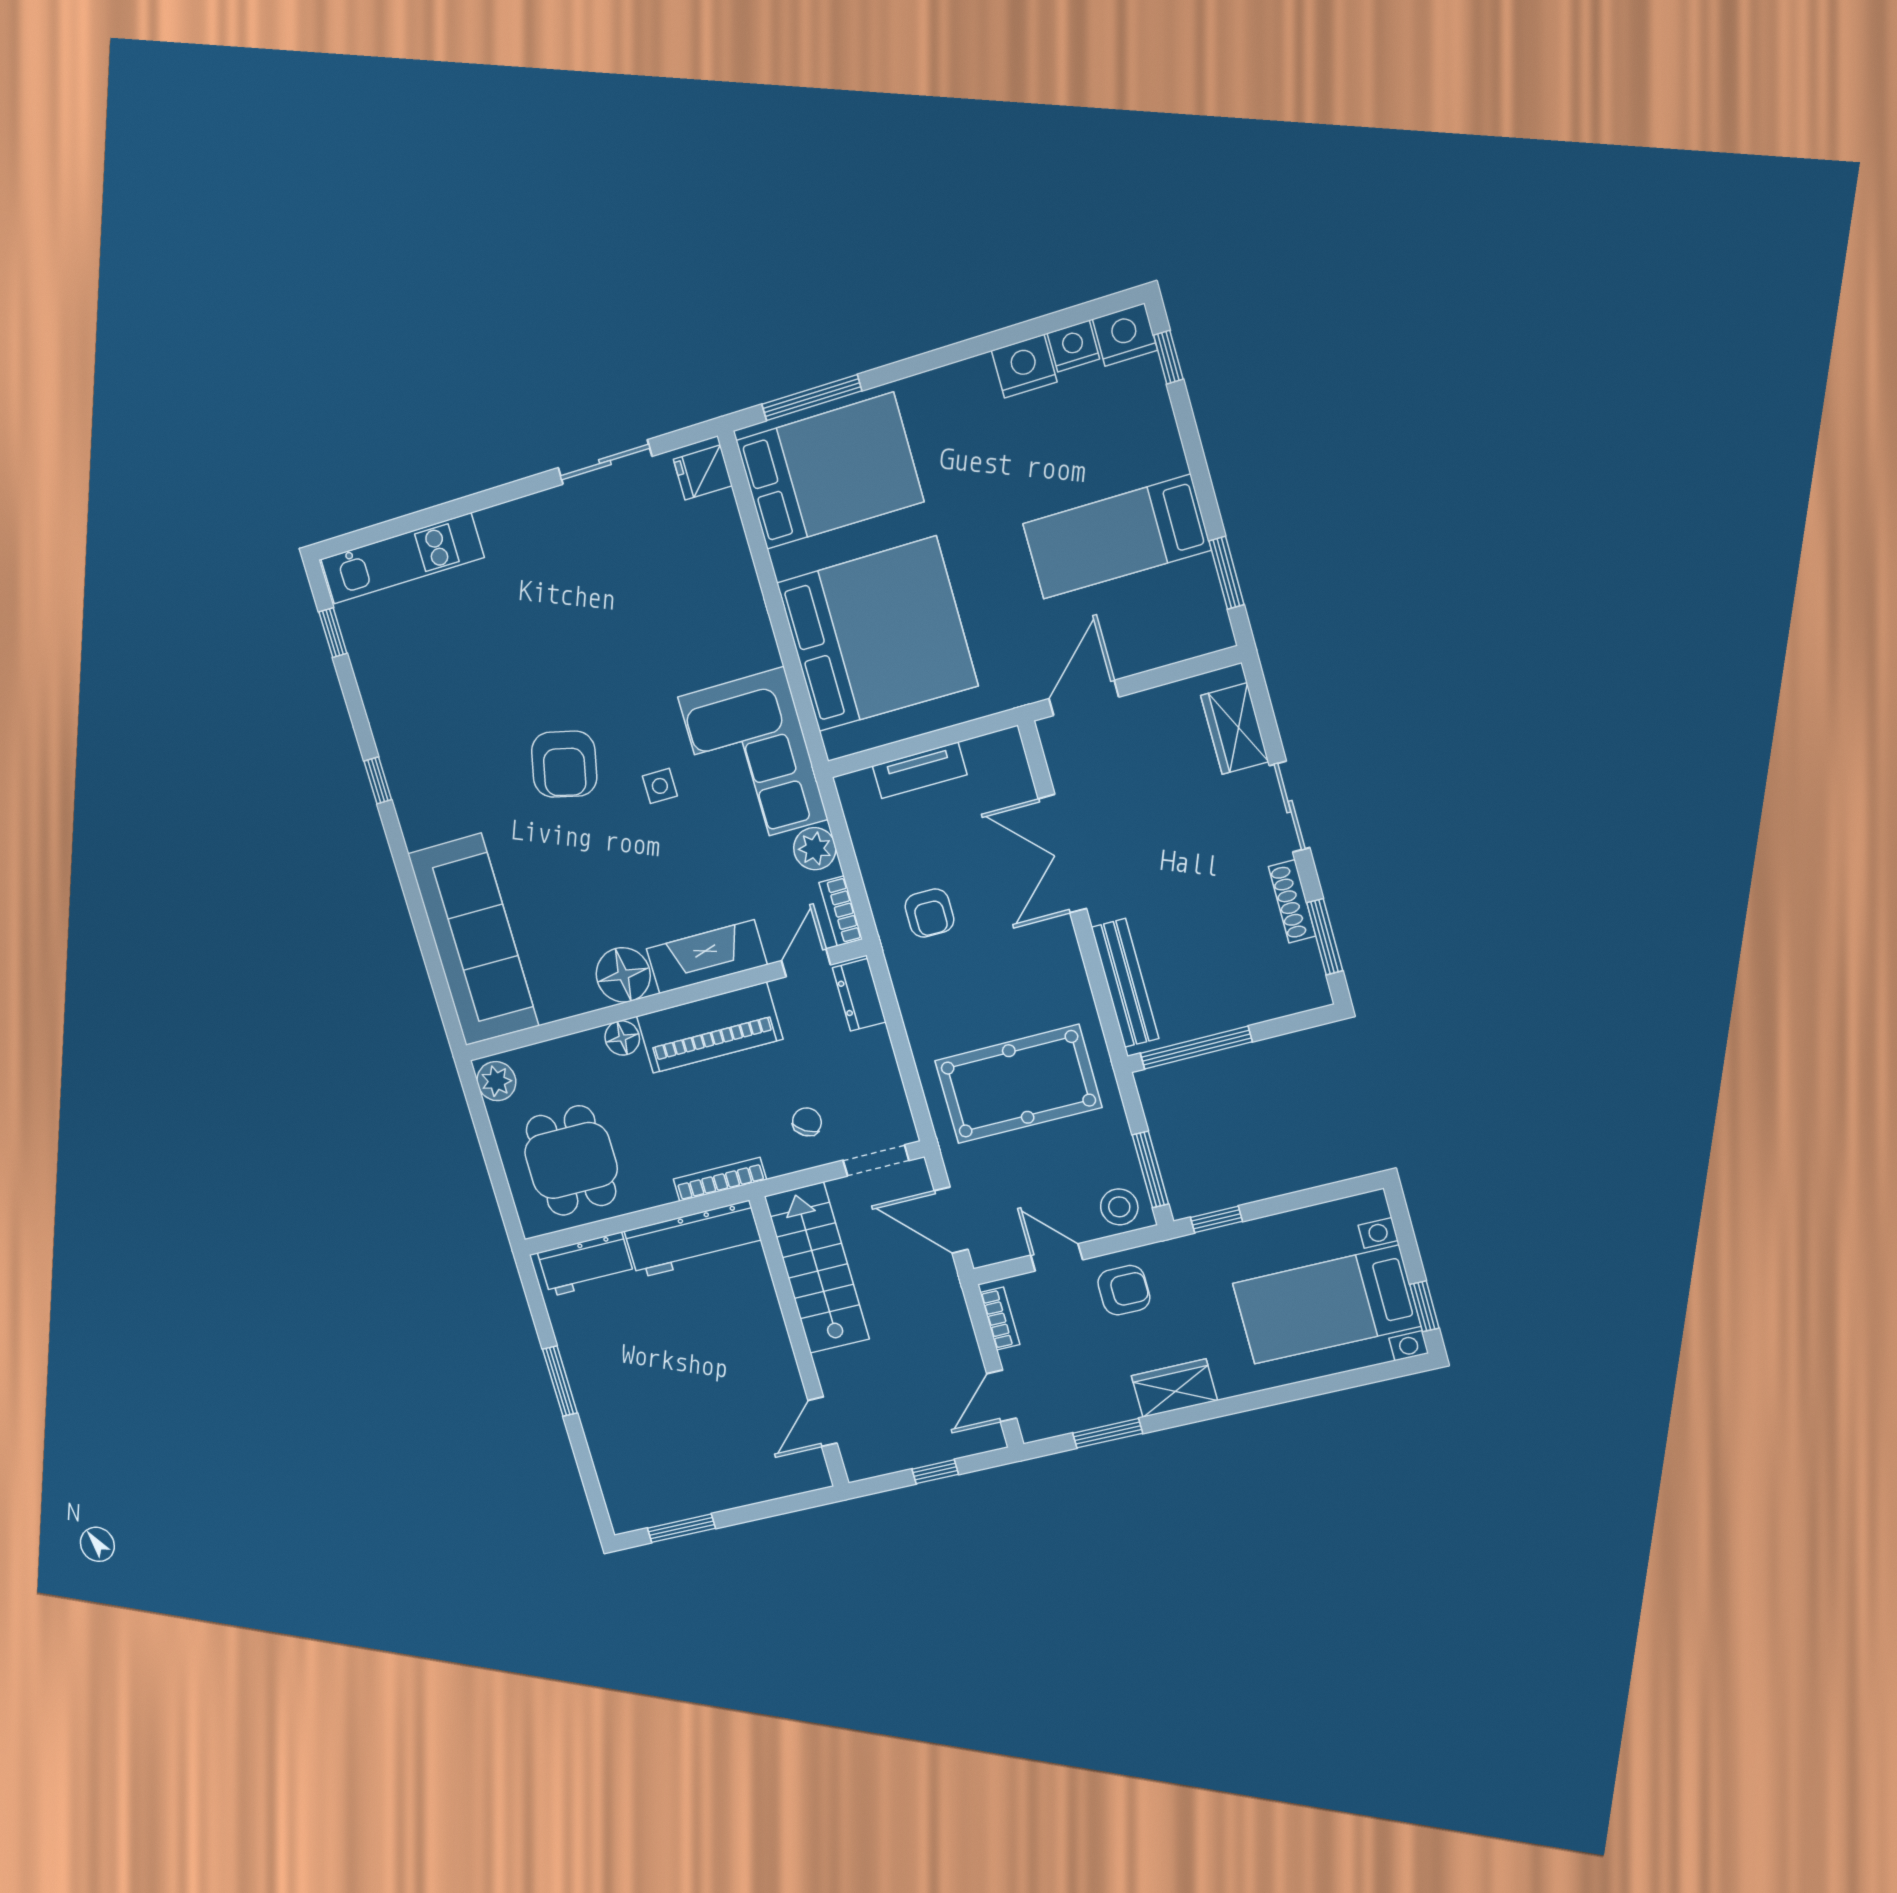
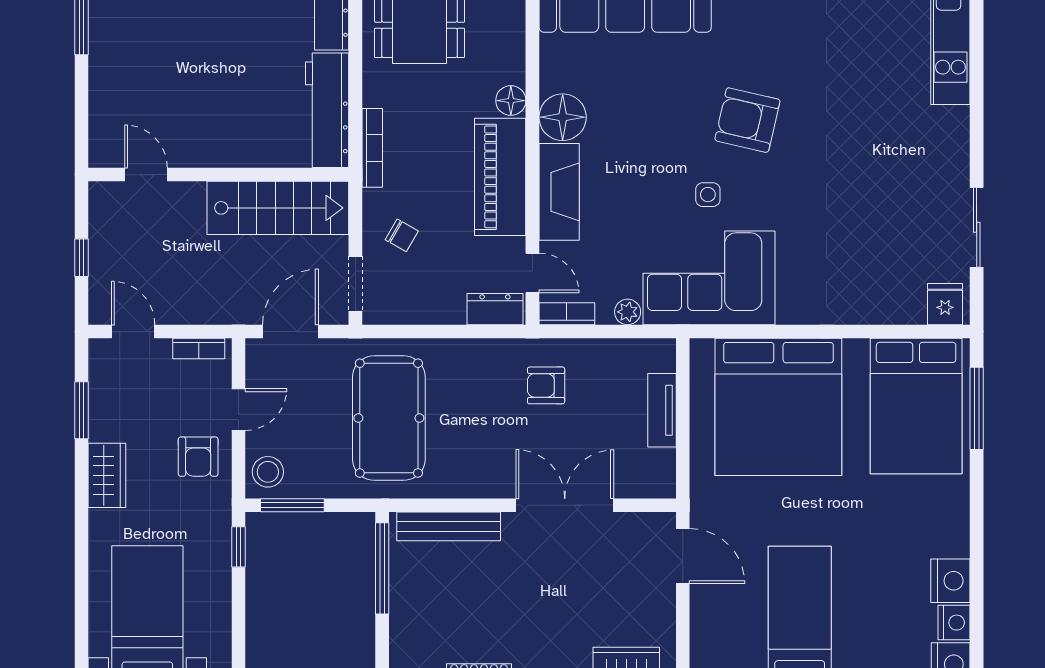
plant: (815, 849) -> (628, 312), width x0.73, depth x0.73

